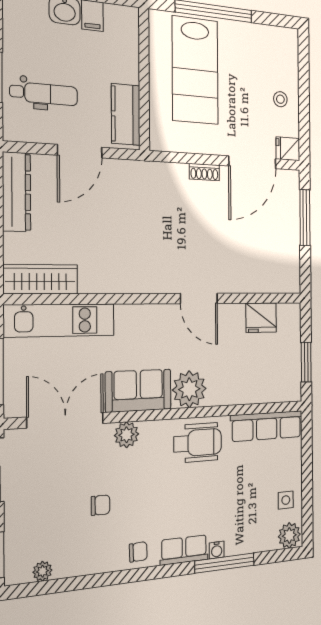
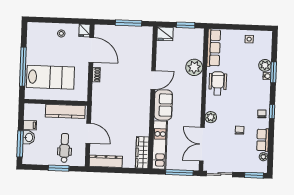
kitchen counter: (126, 114) -> (65, 111), width x1.50
window: (305, 218) -> (128, 23), moved
fridge: (261, 318) -> (165, 34), moved, turned 90
plant: (189, 389) -> (194, 67), moved
sofa: (138, 391) -> (163, 105), moved, turned 180
plant: (289, 535) -> (265, 65), moved
row of seats: (184, 550) -> (263, 140), moved
window: (225, 563) -> (273, 72), width x0.69
window: (144, 574) -> (272, 112), added

